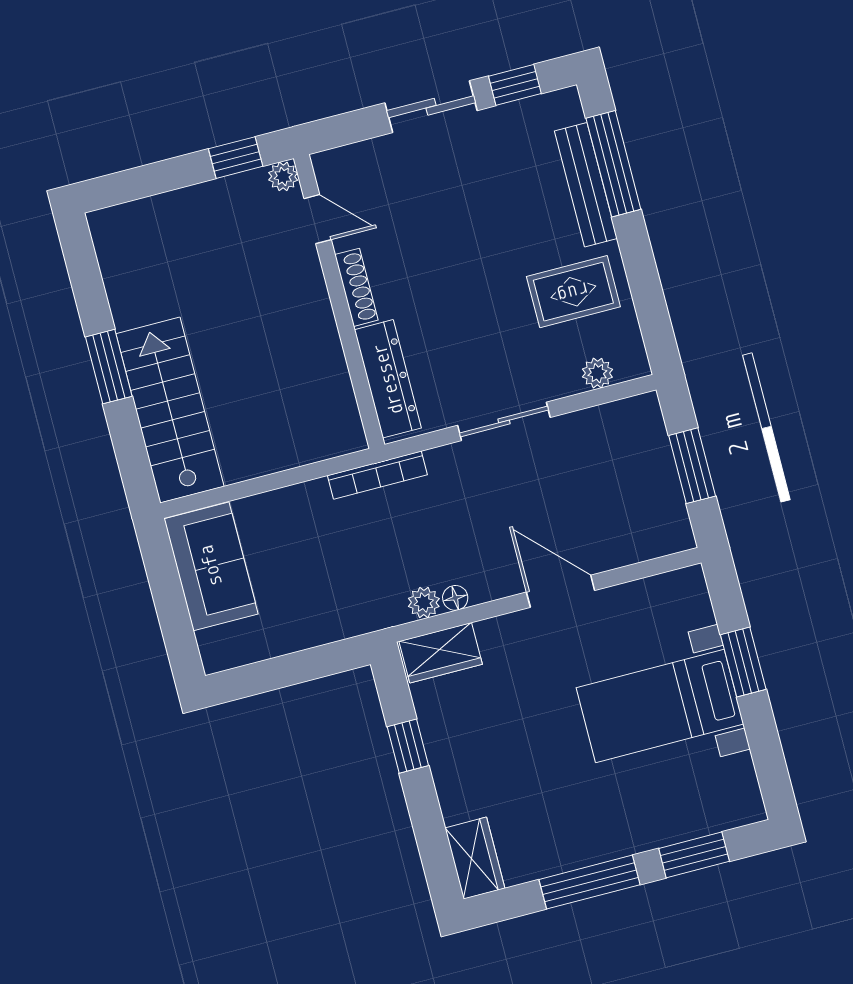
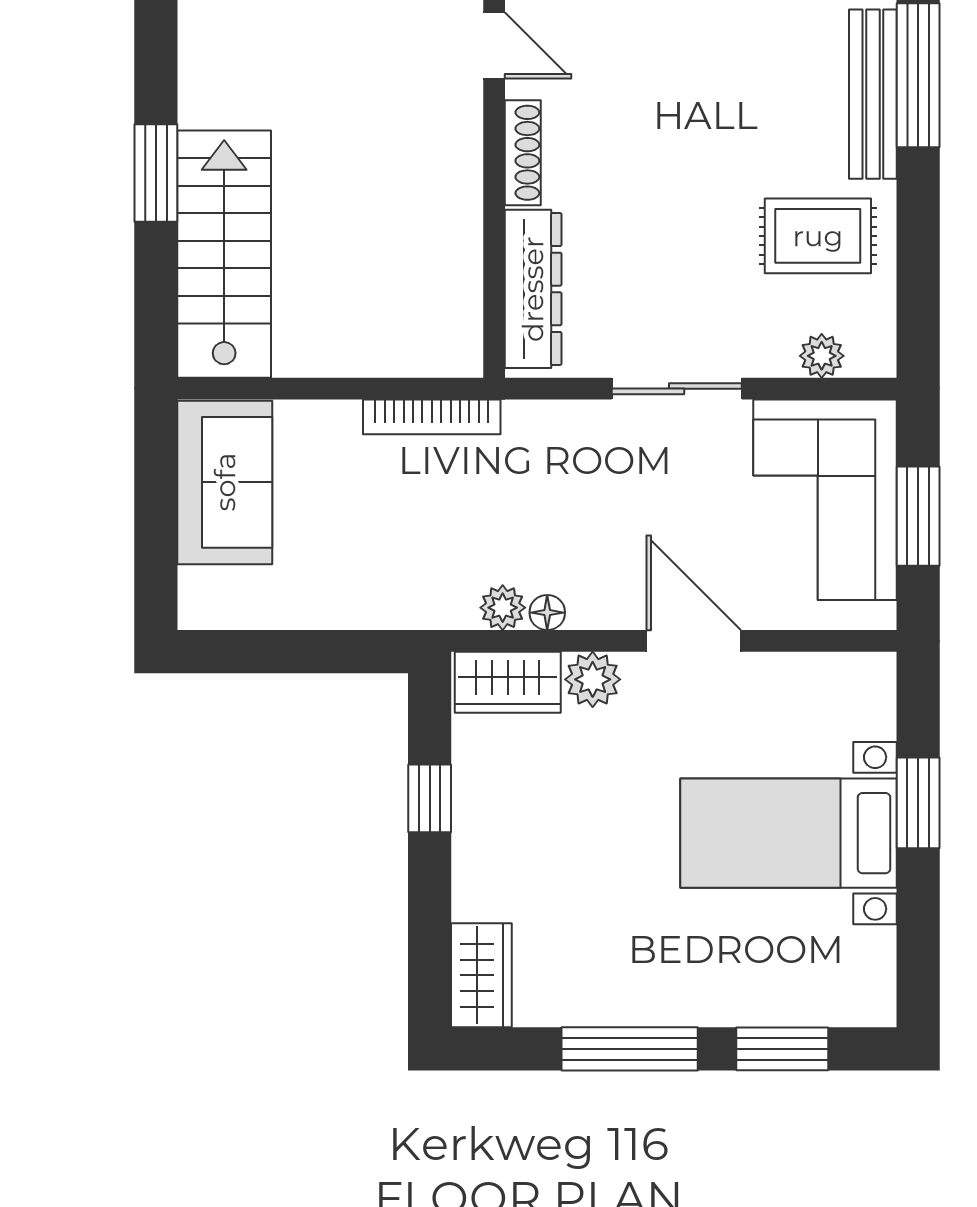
corner sofa: (625, 471) -> (825, 500), added
bookcase: (377, 475) -> (432, 417), moved
plant: (498, 636) -> (593, 679), added

